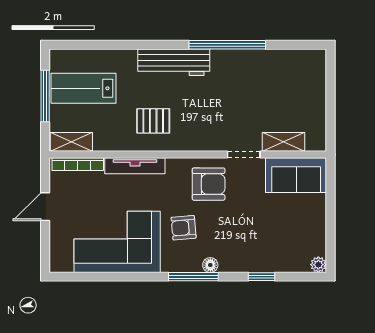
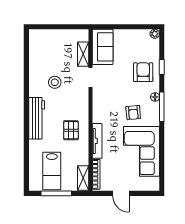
window: (227, 45) -> (26, 87), removed
stool: (235, 93) -> (55, 82), added
armchair: (209, 184) -> (143, 72), moved

